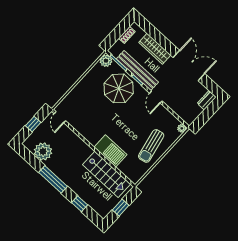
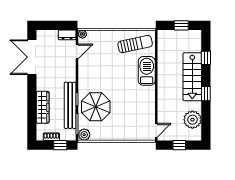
window: (115, 36) -> (60, 145), added
double door: (189, 65) -> (32, 57), moved
door: (156, 97) -> (77, 51), moved
dresser: (207, 100) -> (67, 35), moved
sun lounger: (151, 146) -> (135, 44), moved
stairs: (106, 174) -> (192, 77), moved, turned 180
window: (53, 179) -> (206, 94), width x0.46

